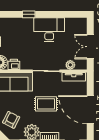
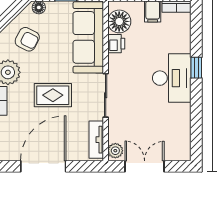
desk: (49, 30) -> (172, 78), moved
plant: (70, 65) -> (115, 151), moved
rug: (46, 104) -> (53, 95), turned 90

